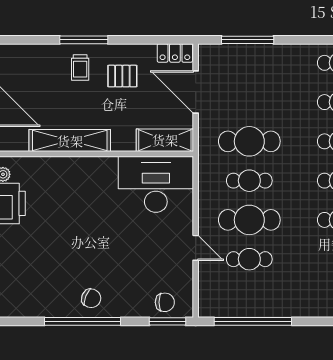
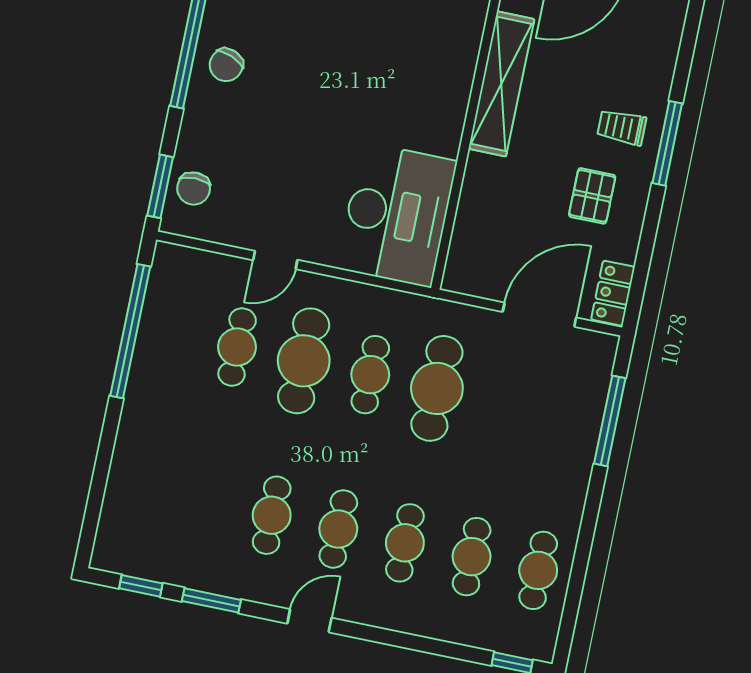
shelving: (165, 140) -> (468, 245), removed

